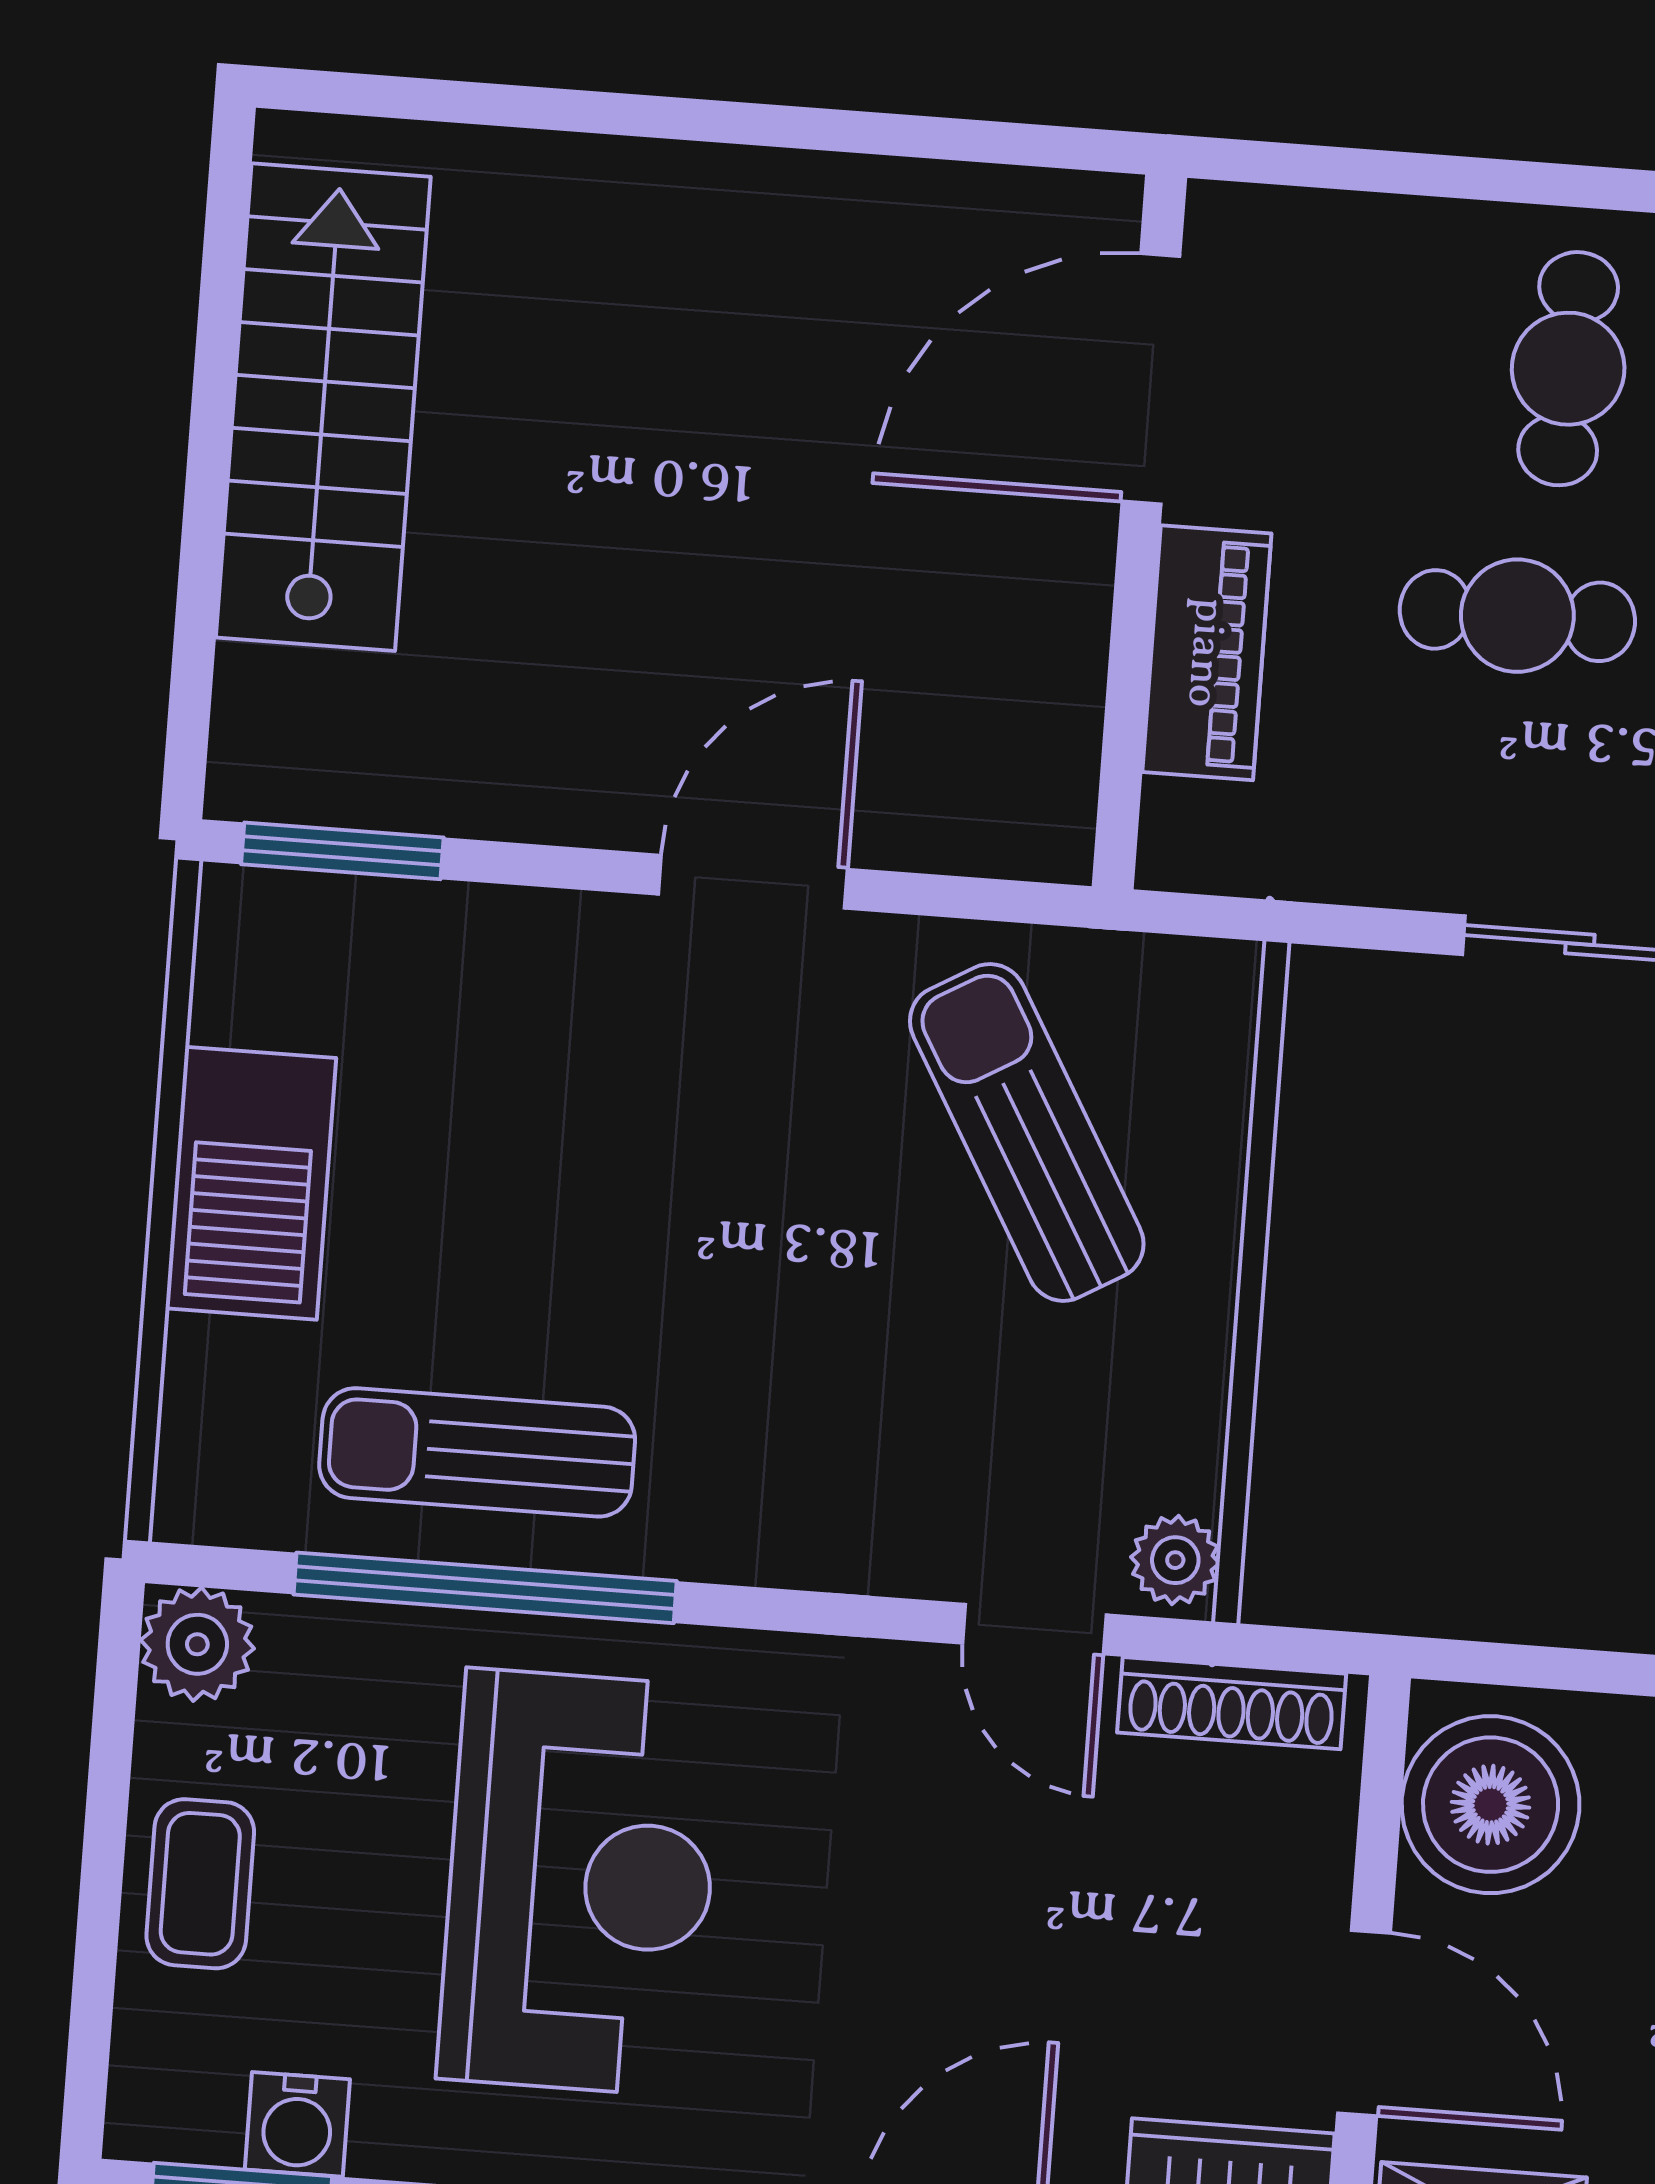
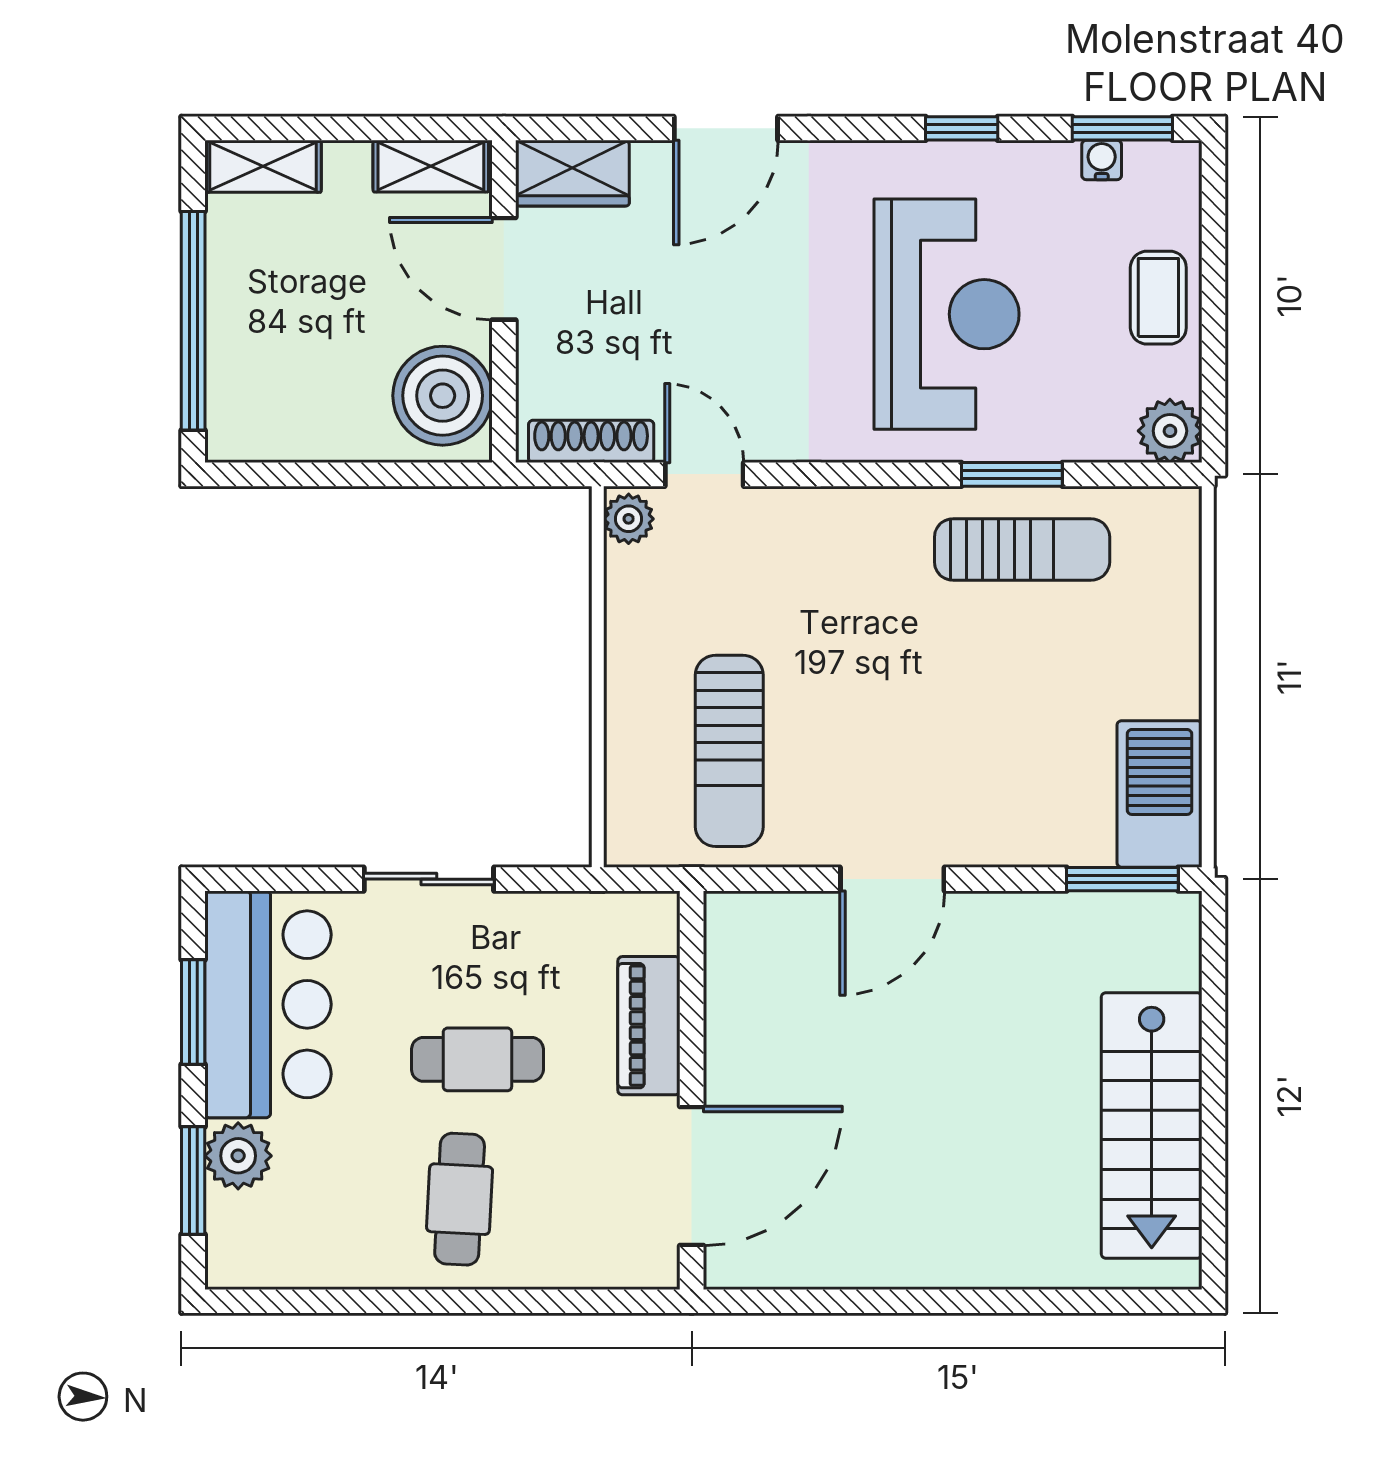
sun lounger: (1027, 1132) -> (729, 751), turned 30
barbecue: (251, 1183) -> (1159, 794), moved
window: (485, 1588) -> (1012, 474), width x0.47
reception desk: (580, 1883) -> (947, 314), turned 180
water cooler: (297, 2124) -> (1102, 160), width x0.72, depth x0.72

